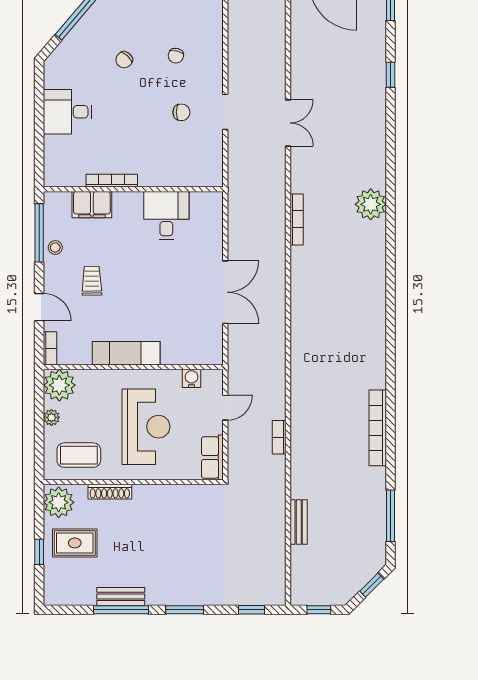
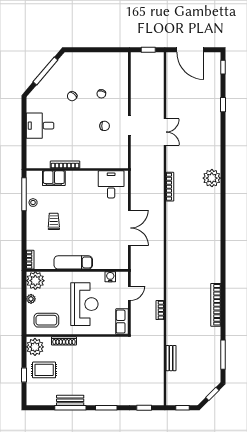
desk: (166, 216) -> (111, 184), moved
door: (39, 307) -> (24, 236), removed

